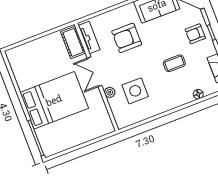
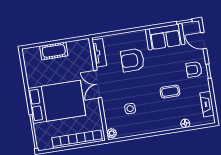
cot: (73, 42) -> (54, 51), moved, turned 90
side table: (135, 91) -> (130, 109), width x0.54, depth x0.54
plant: (110, 92) -> (112, 133), moved
bookcase: (85, 136) -> (77, 139), added

